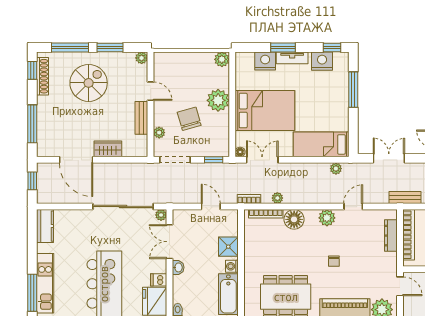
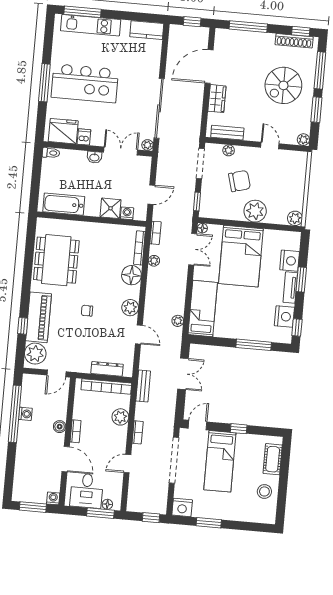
spiral stairs: (89, 83) -> (283, 85), turned 90
door: (151, 91) -> (270, 146), swing flipped
bench: (141, 118) -> (227, 133), moved
washing machine: (232, 266) -> (127, 213), moved

